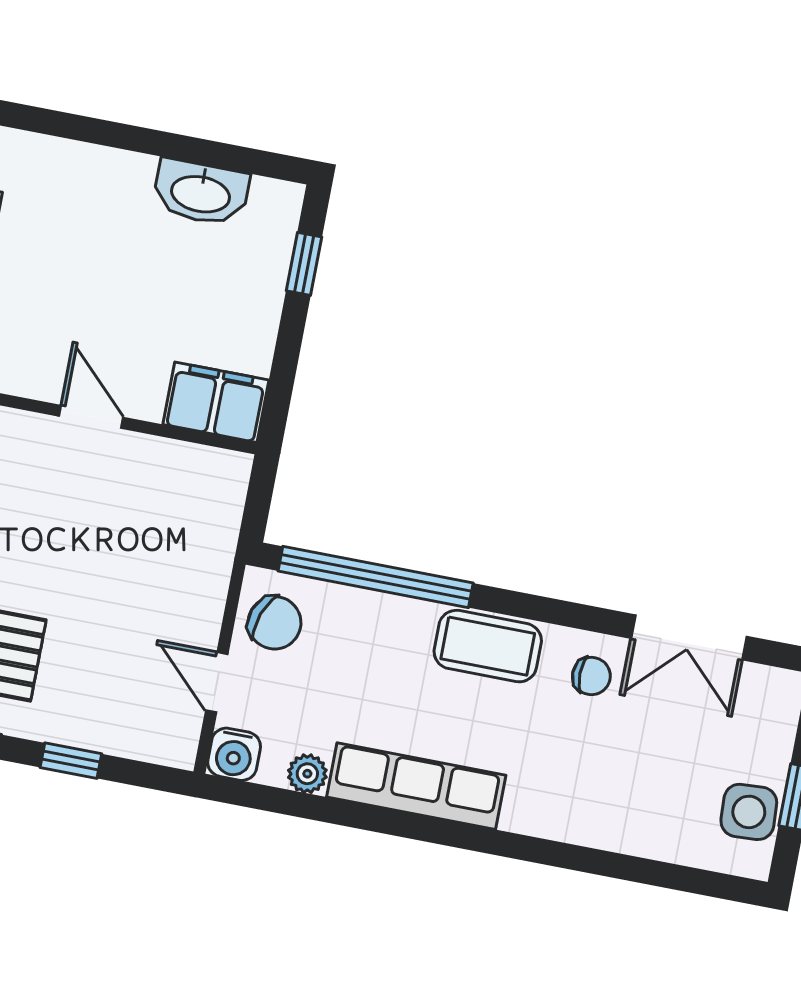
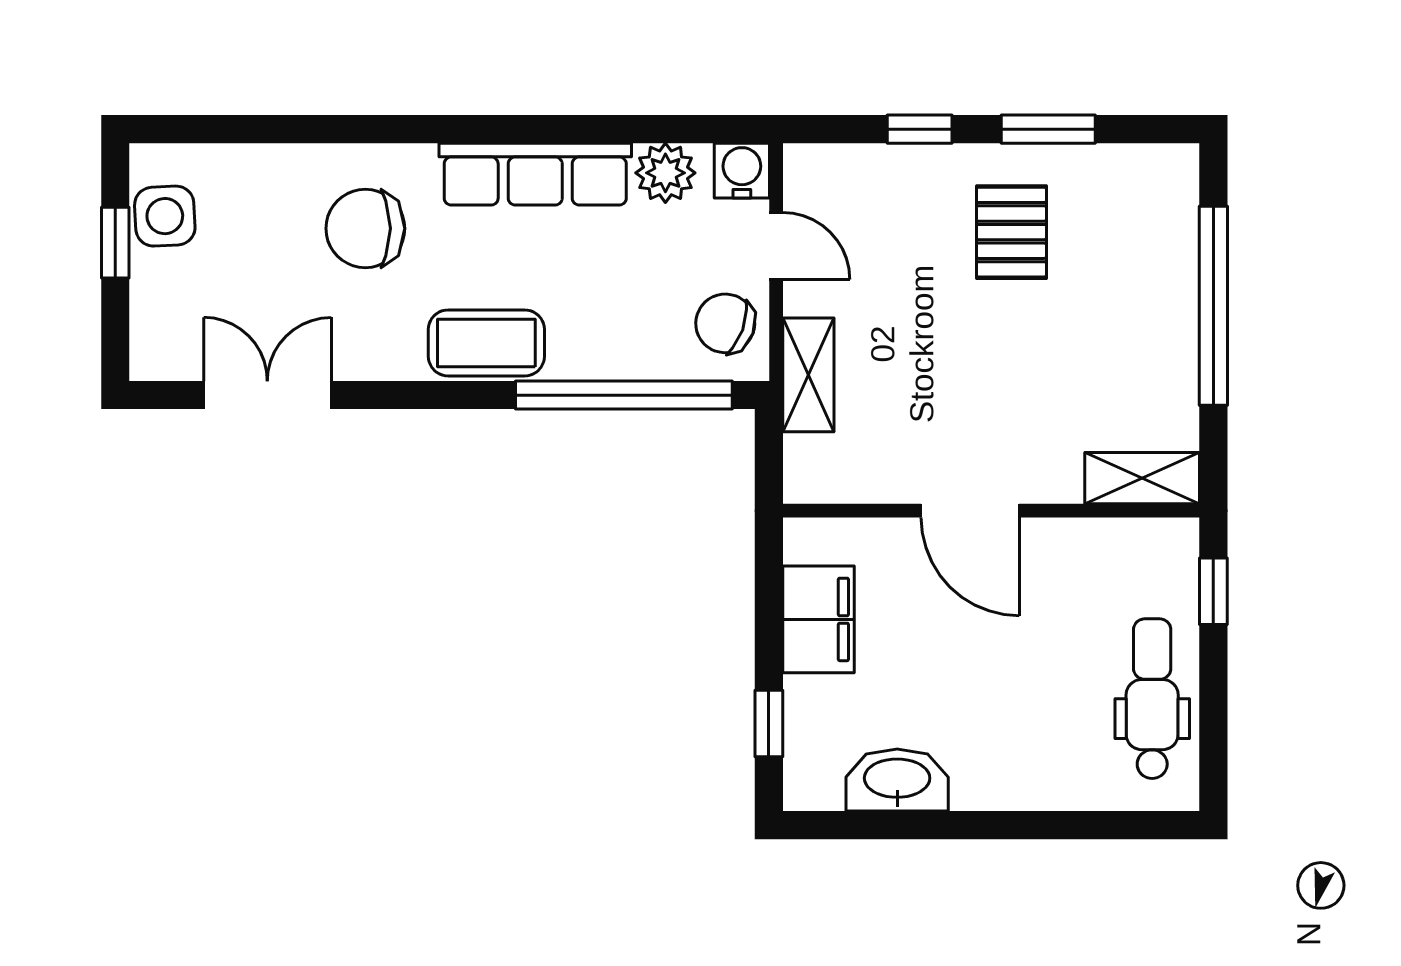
filing cabinet: (216, 402) -> (818, 619), moved, turned -90
door: (91, 417) -> (970, 511), width x1.38
shelving: (210, 563) -> (808, 375), added
chair: (591, 676) -> (365, 228), moved, width x1.87, depth x1.87
plant: (307, 774) -> (665, 173), width x1.38, depth x1.38

